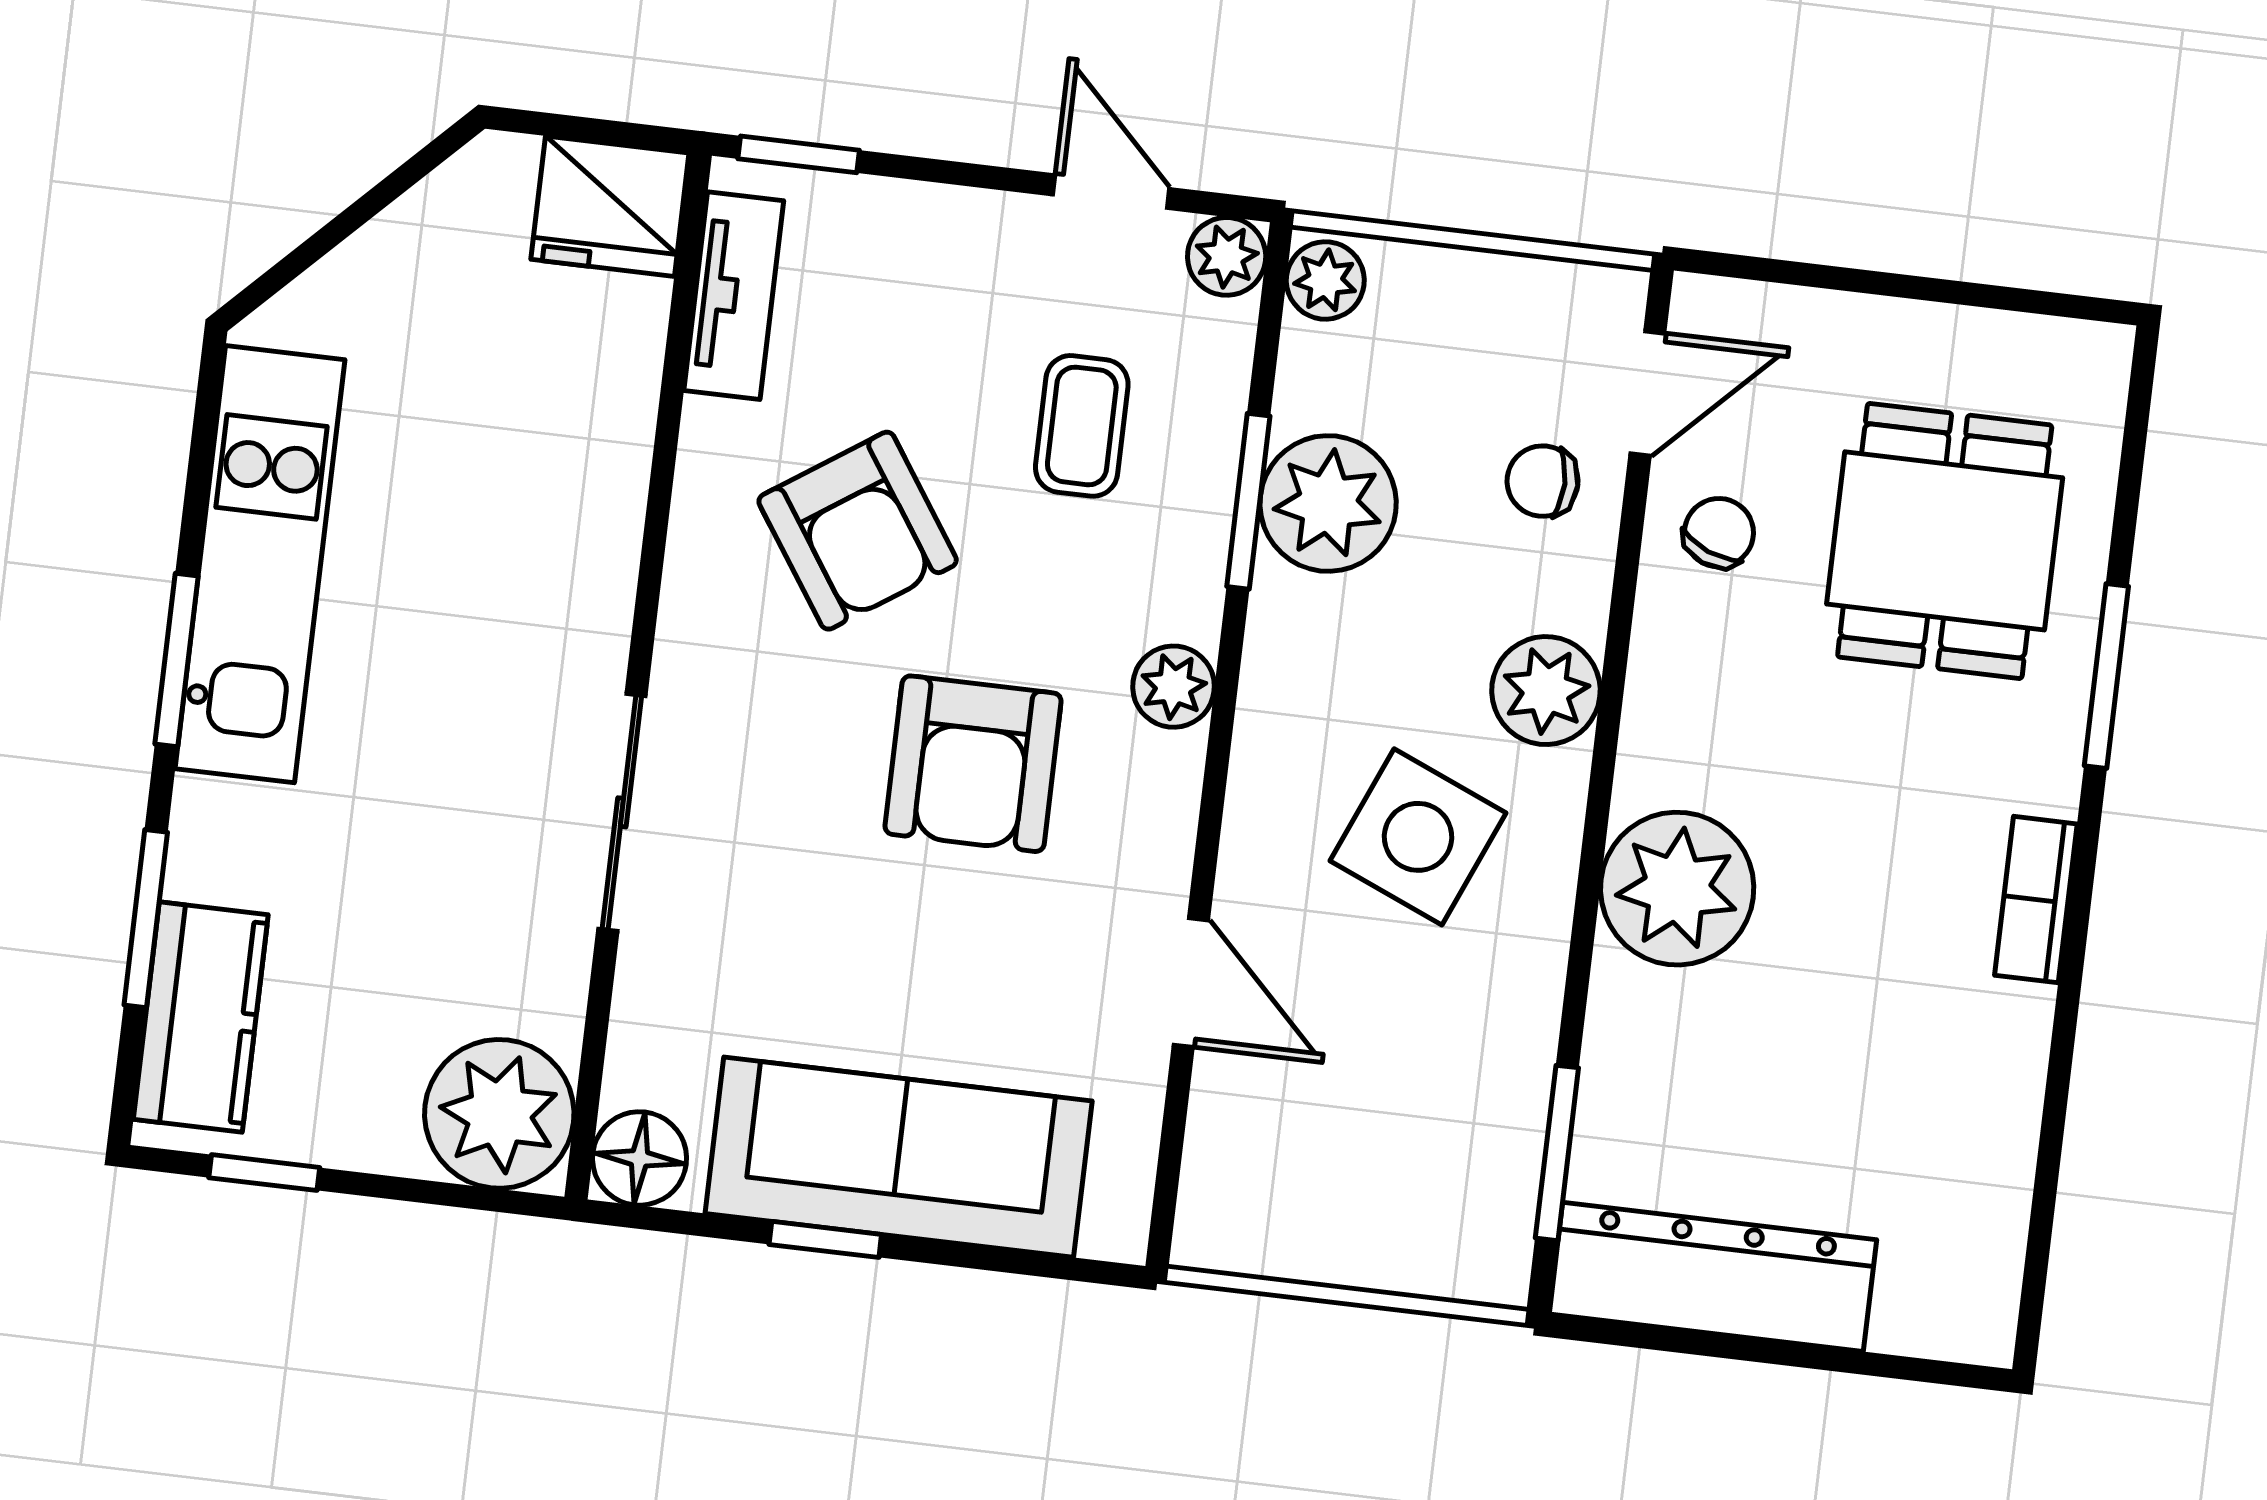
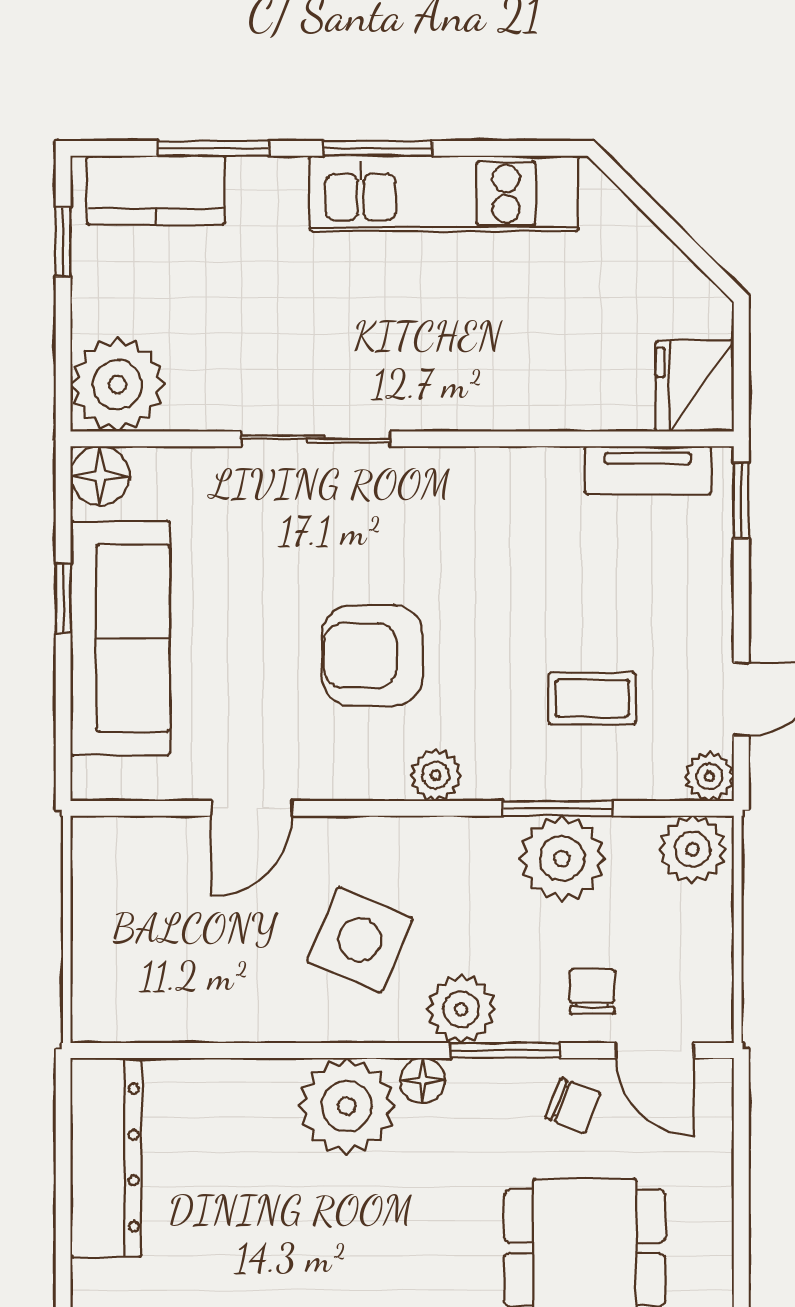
plant: (1325, 280) -> (692, 849), width x1.38, depth x1.38
armchair: (858, 531) -> (510, 566), removed
floor lamp: (1651, 764) -> (423, 1080), added
window: (1557, 1153) -> (505, 1051), moved

